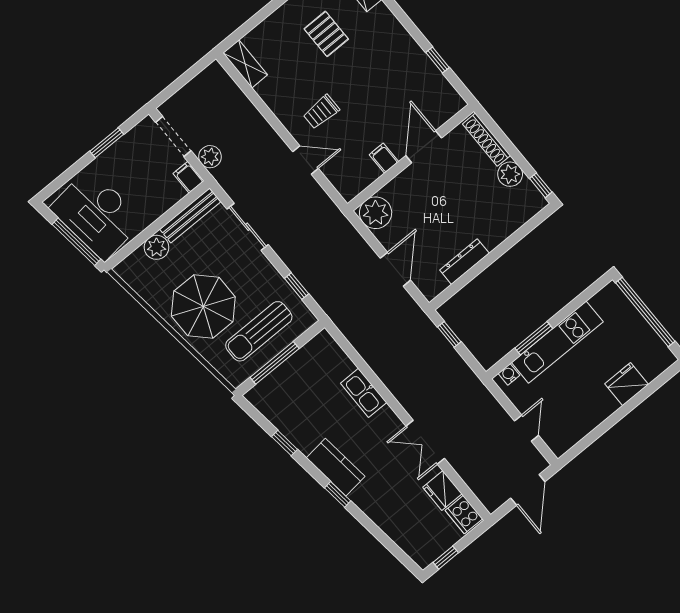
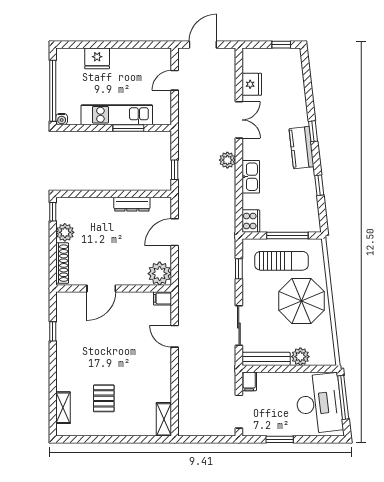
trolley: (321, 112) -> (143, 356), removed
plant: (210, 157) -> (227, 160), moved
filing cabinet: (384, 158) -> (162, 298), moved, turned 90
water cooler: (509, 374) -> (62, 119), moved
cooker: (464, 515) -> (251, 221), moved

